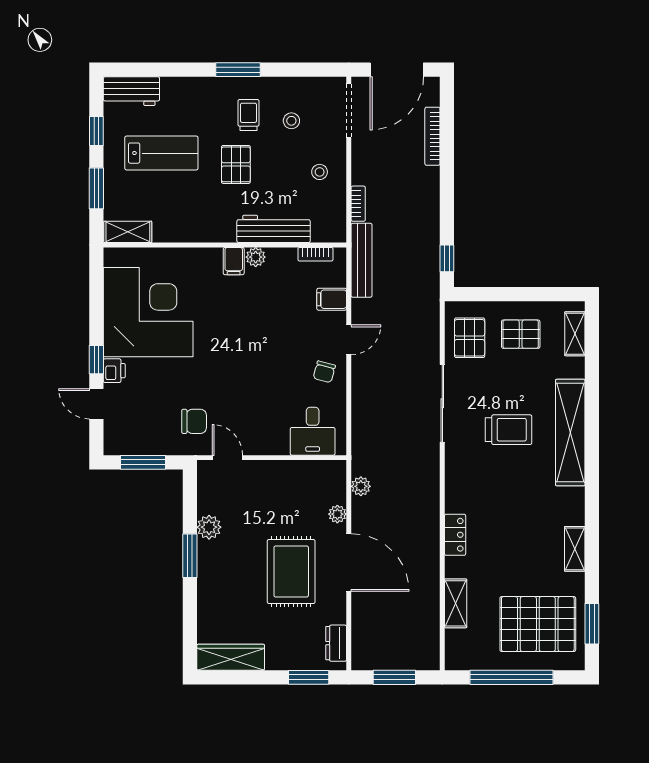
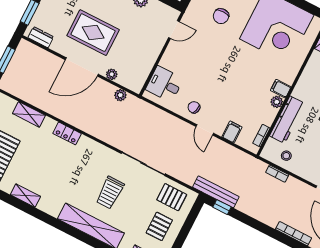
stool: (320, 172) -> (286, 156), moved
bench: (361, 260) -> (216, 192), moved
chair: (194, 421) -> (221, 16), moved

